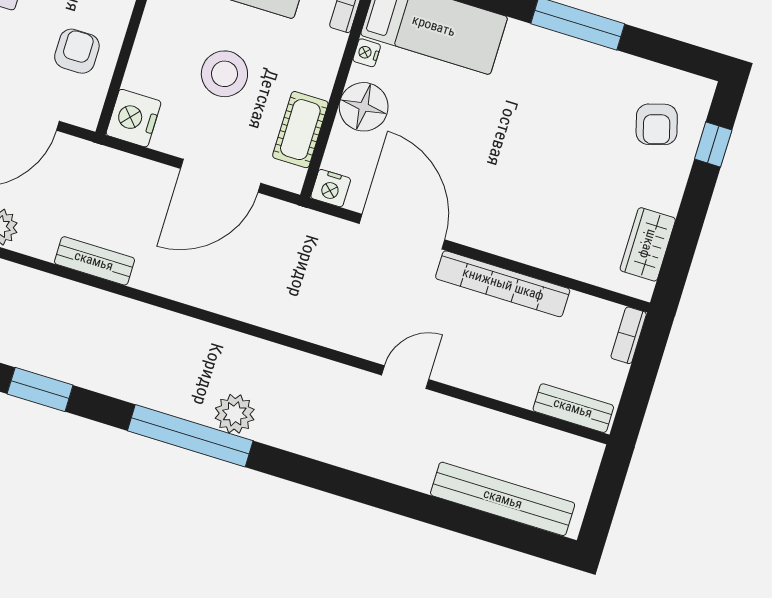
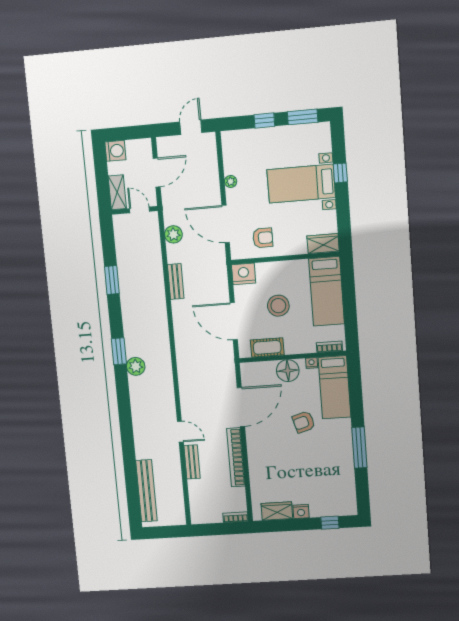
armchair: (657, 124) -> (304, 422), moved
nightstand: (331, 188) -> (301, 511), moved, turned -90
bench: (573, 408) -> (192, 462), moved
window: (190, 436) -> (119, 351), width x0.47

